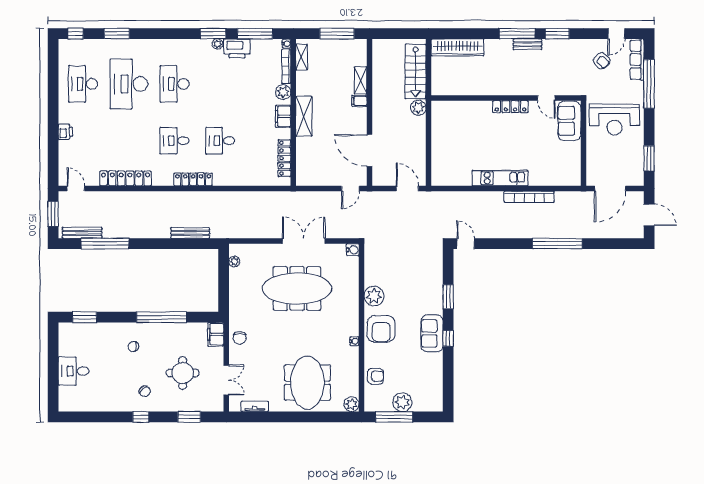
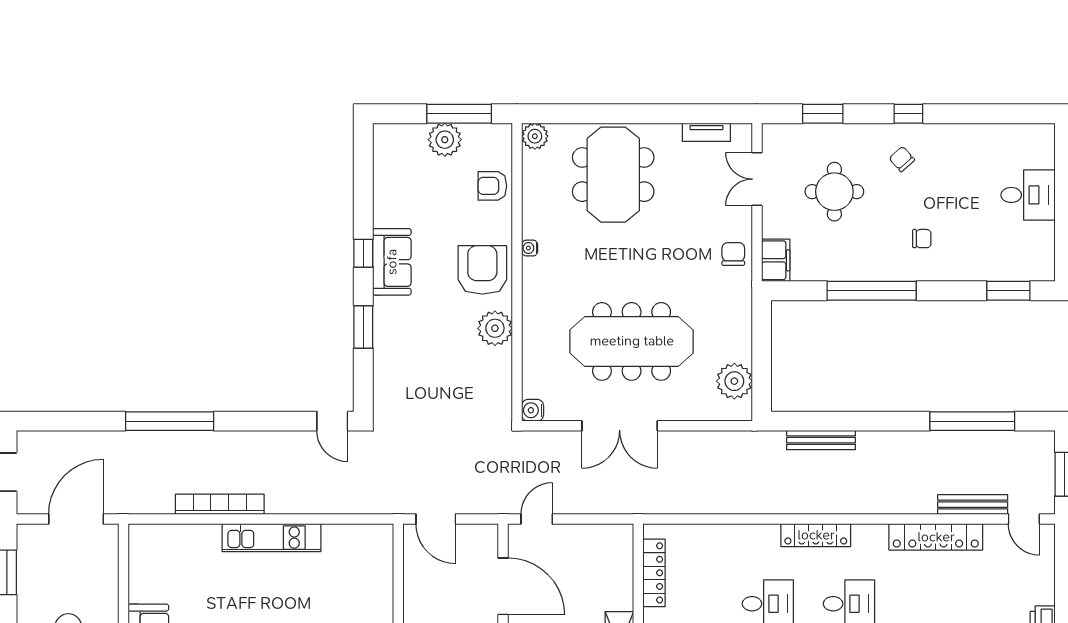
bench: (82, 233) -> (973, 505), moved
plant: (234, 261) -> (734, 381), width x1.87, depth x1.87

